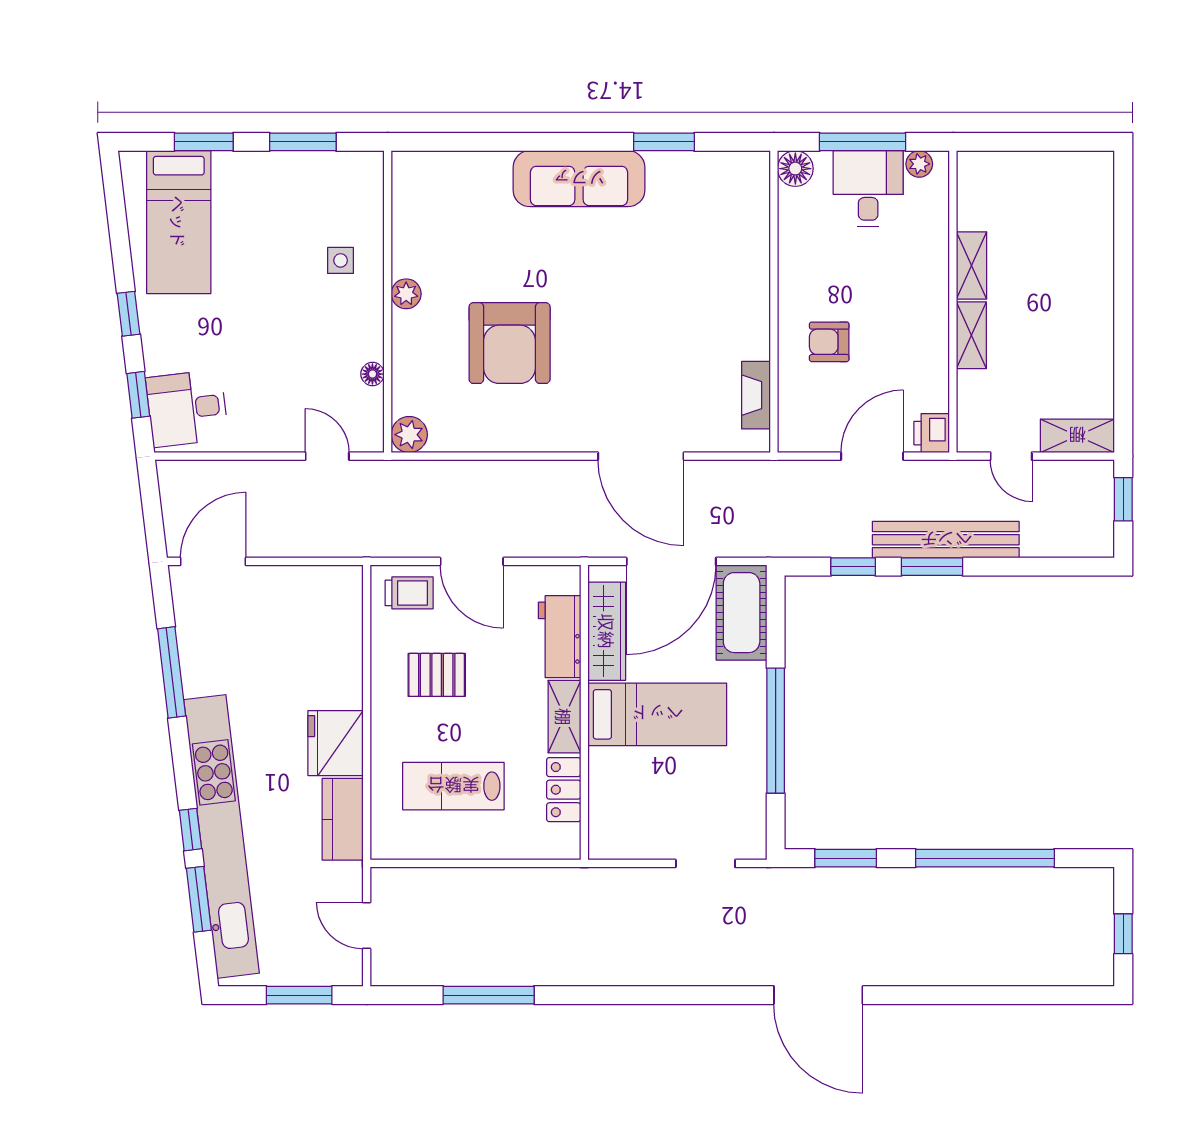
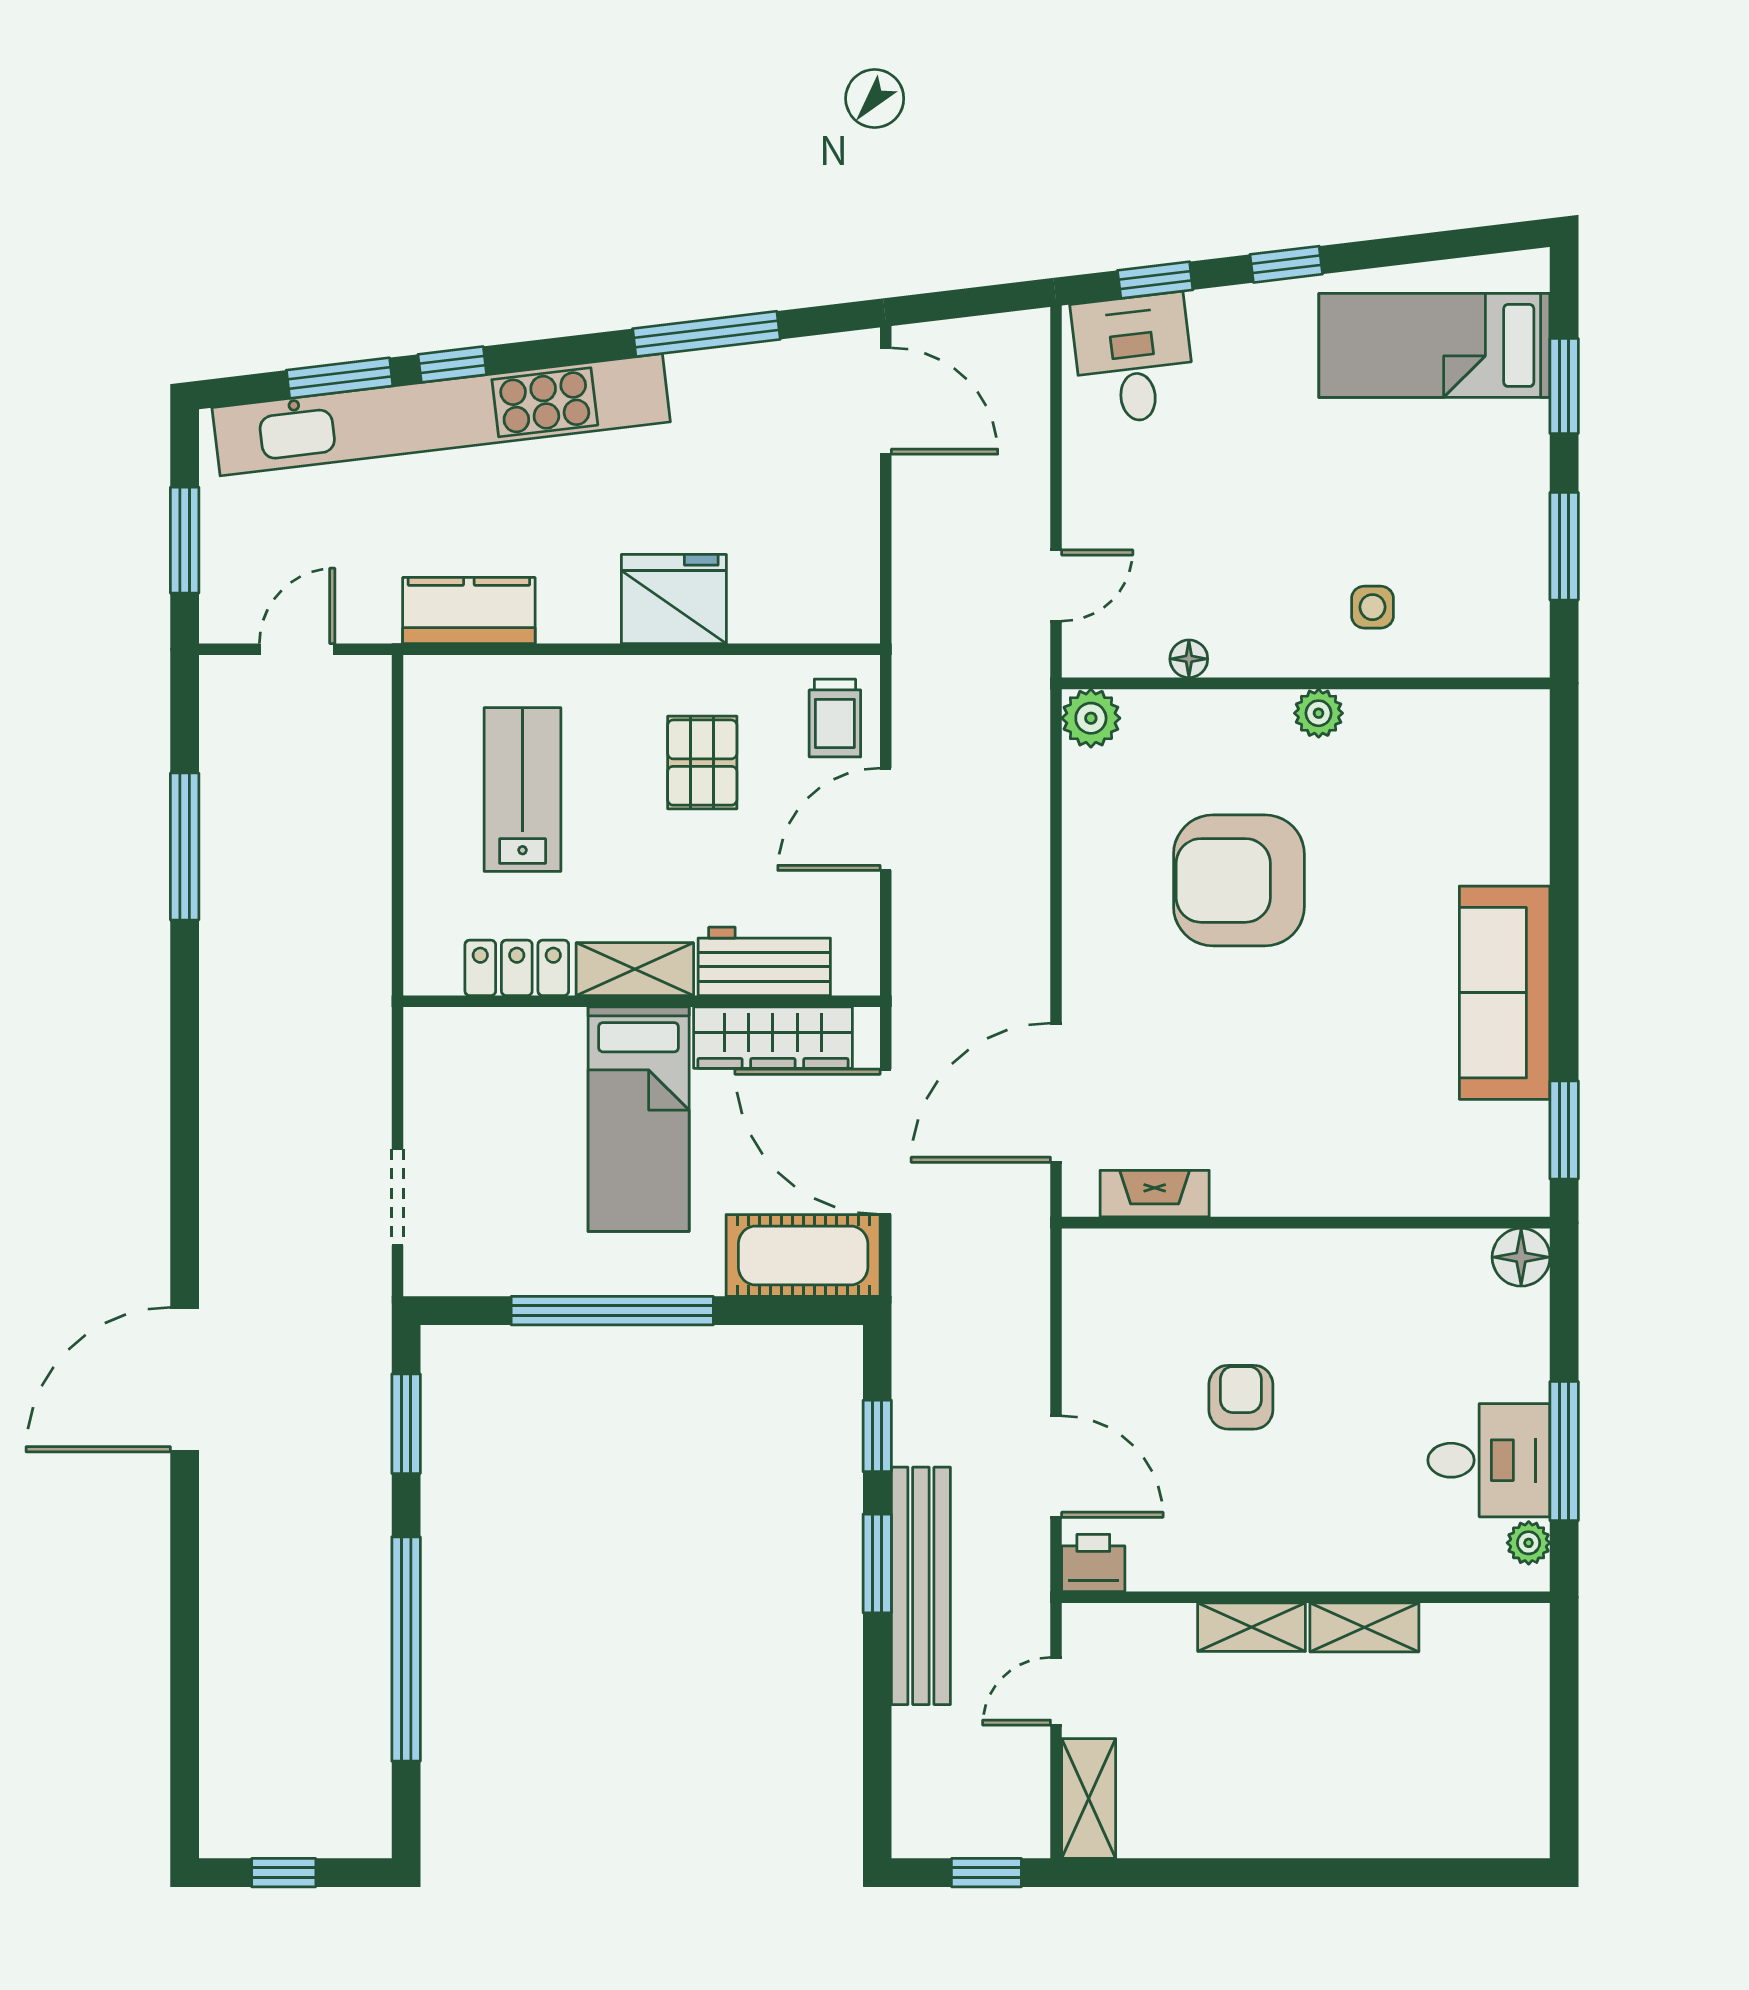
floor lamp: (795, 169) -> (1521, 1257), moved
wall: (774, 302) -> (1306, 1223), moved
fireplace: (756, 395) -> (1155, 1194), moved
fridge: (336, 743) -> (674, 599), moved

